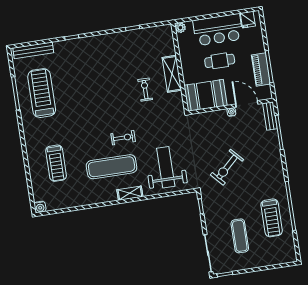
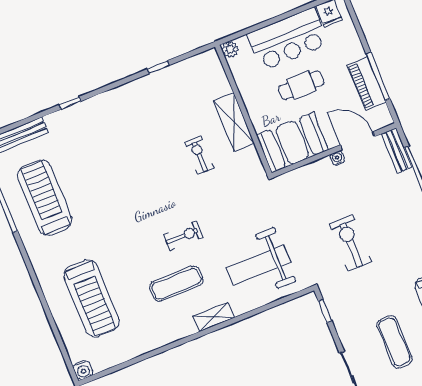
treadmill: (56, 163) -> (92, 298), width x1.37, depth x1.38
exercise mat: (112, 167) -> (176, 284), width x0.73, depth x0.69
weight bench: (166, 167) -> (258, 265), turned -90
exercise bike: (227, 167) -> (350, 243), turned 133

